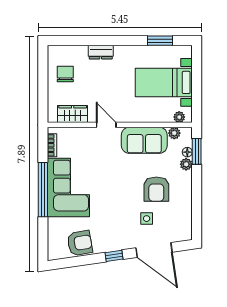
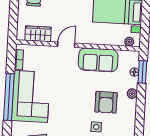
door: (106, 125) -> (66, 45), hinge flipped
plant: (174, 133) -> (124, 55), removed
plant: (186, 164) -> (132, 94), moved

